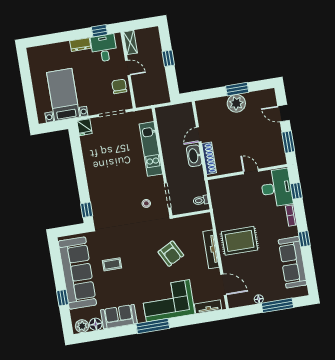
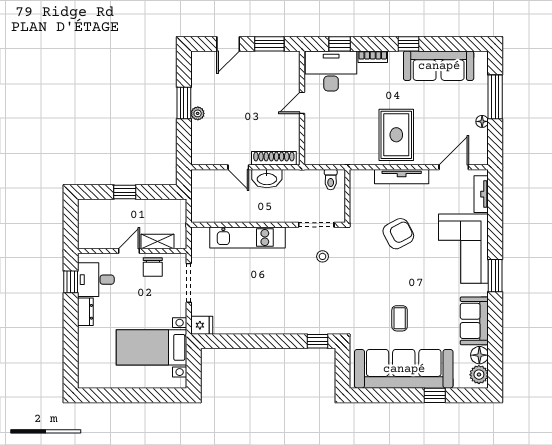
shelving: (130, 42) -> (157, 241), moved
chair: (119, 86) -> (153, 267), turned -90
plant: (236, 103) -> (198, 113), width x0.53, depth x0.53
window: (153, 326) -> (495, 276), width x0.69

